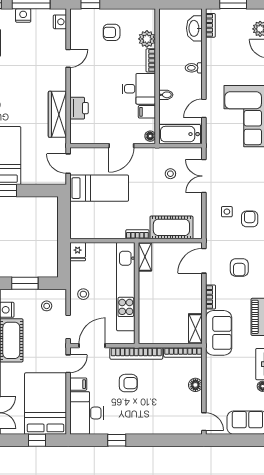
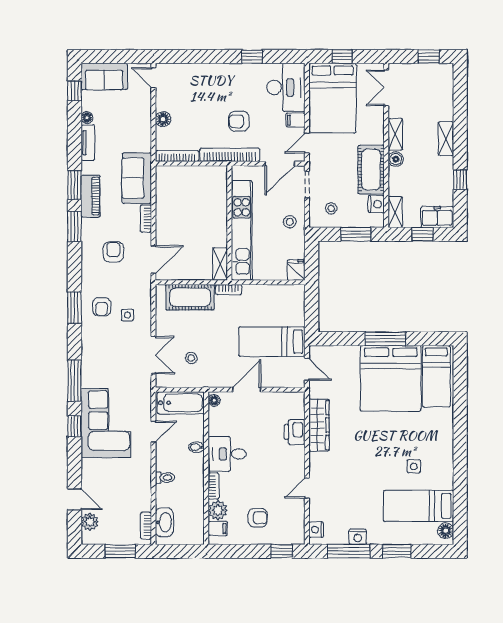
filing cabinet: (147, 112) -> (218, 528), moved
shelving: (195, 329) -> (163, 183), removed

